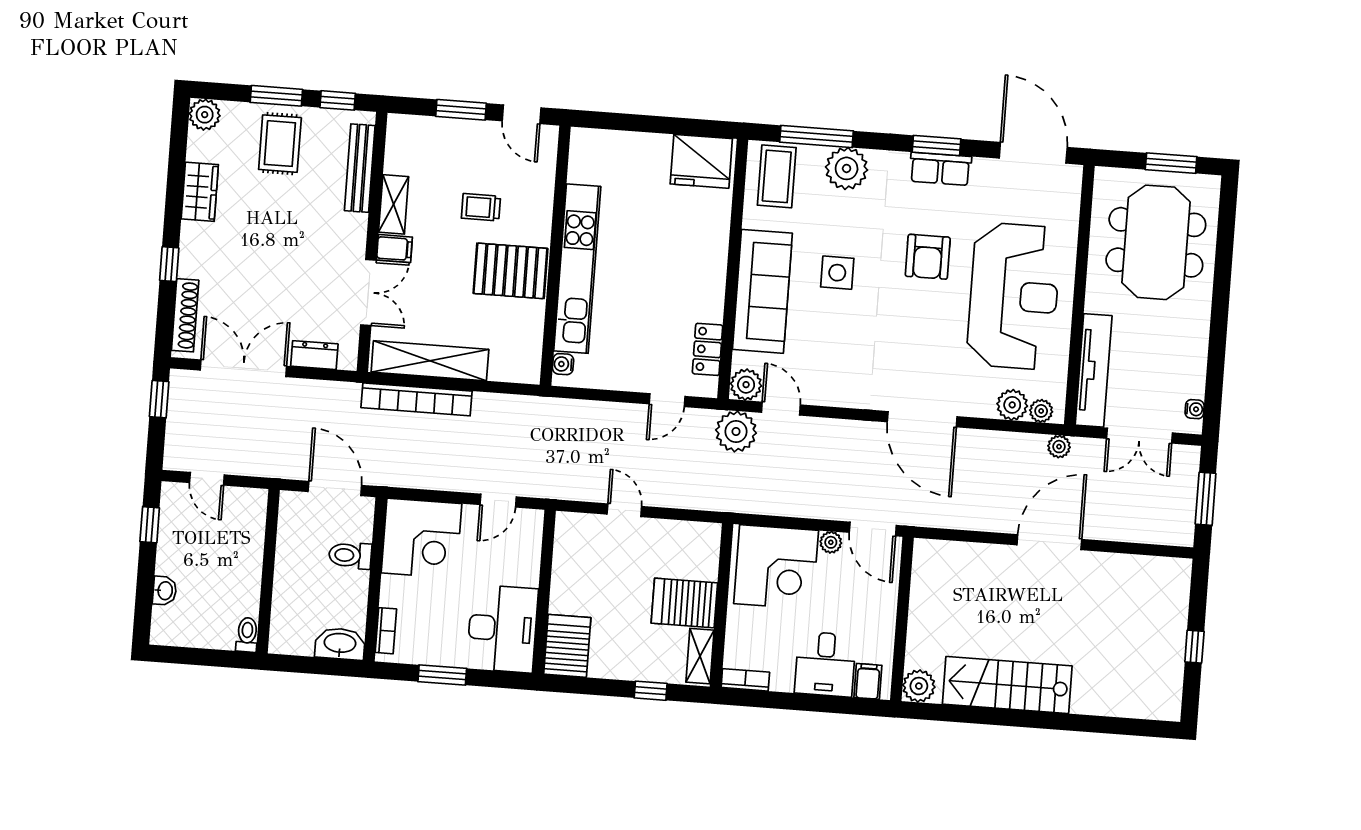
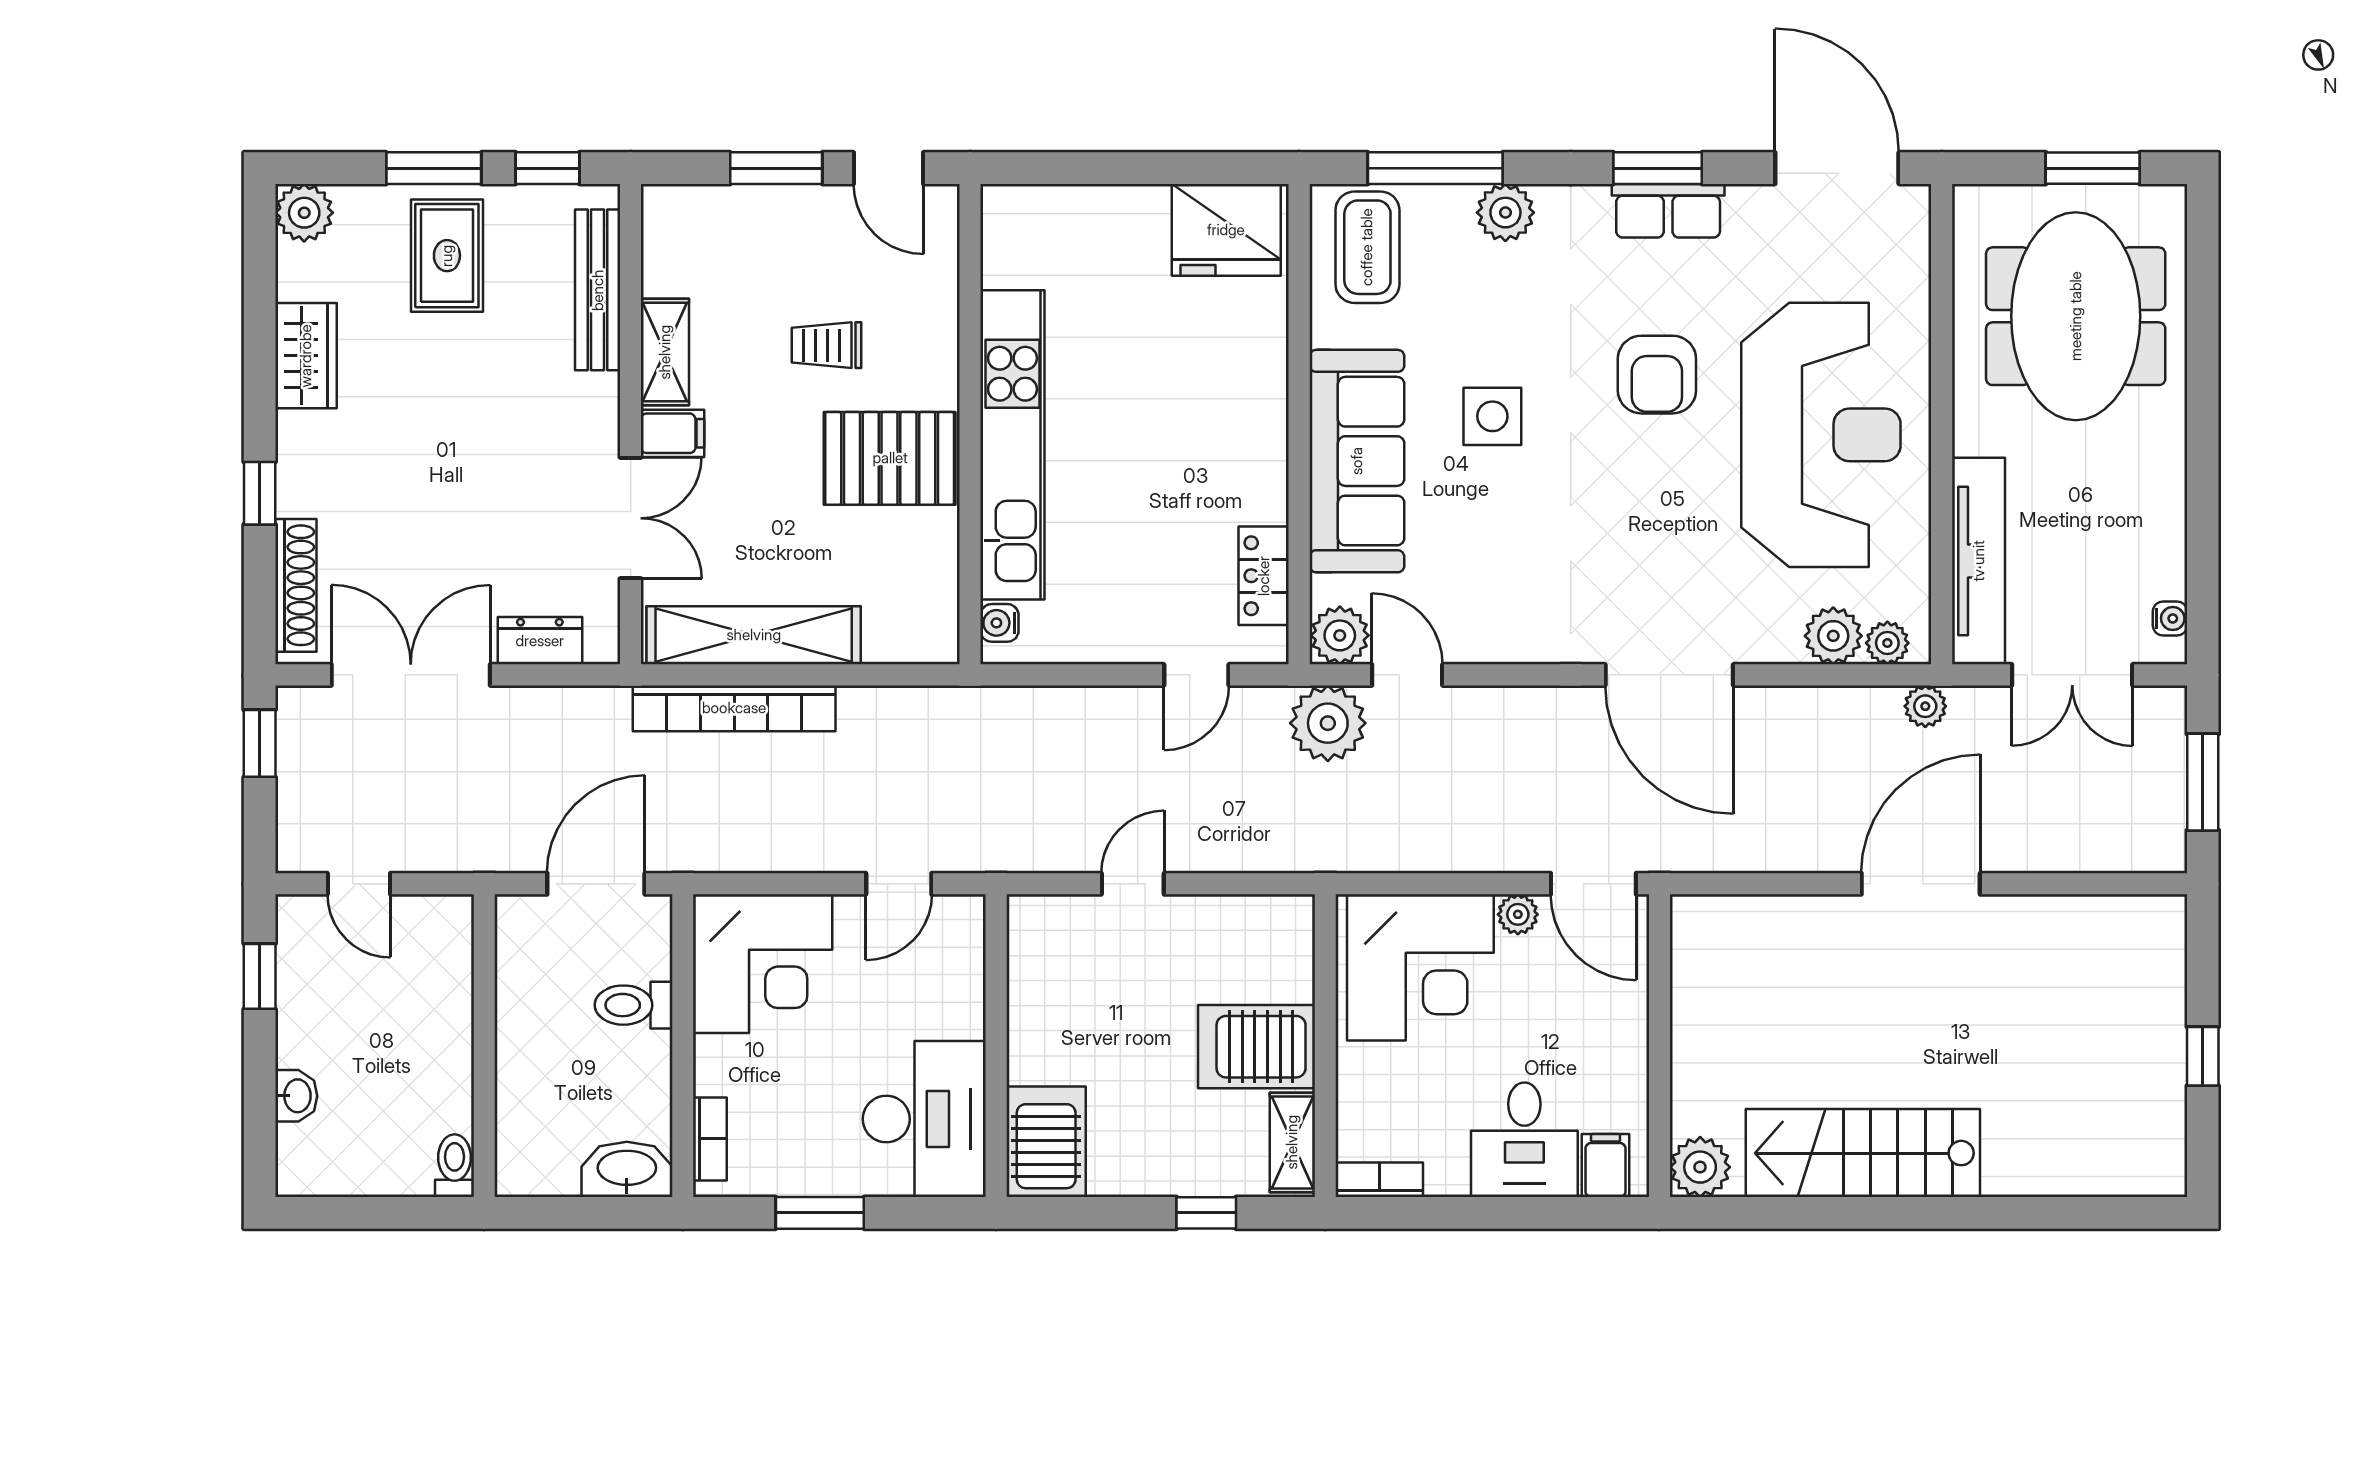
plant: (847, 168) -> (1505, 213), width x0.73, depth x0.73
door: (335, 488) -> (596, 884), hinge flipped
door: (624, 510) -> (1133, 884), hinge flipped

